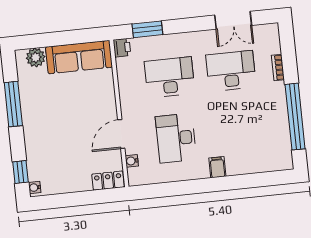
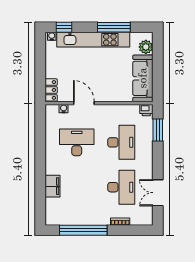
kitchen unit: (33, 130) -> (93, 40), added
filing cabinet: (217, 167) -> (53, 186), moved, width x2.00

